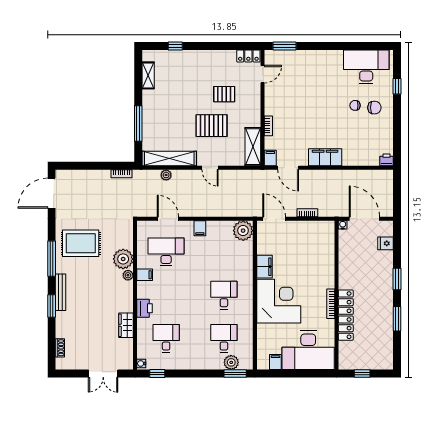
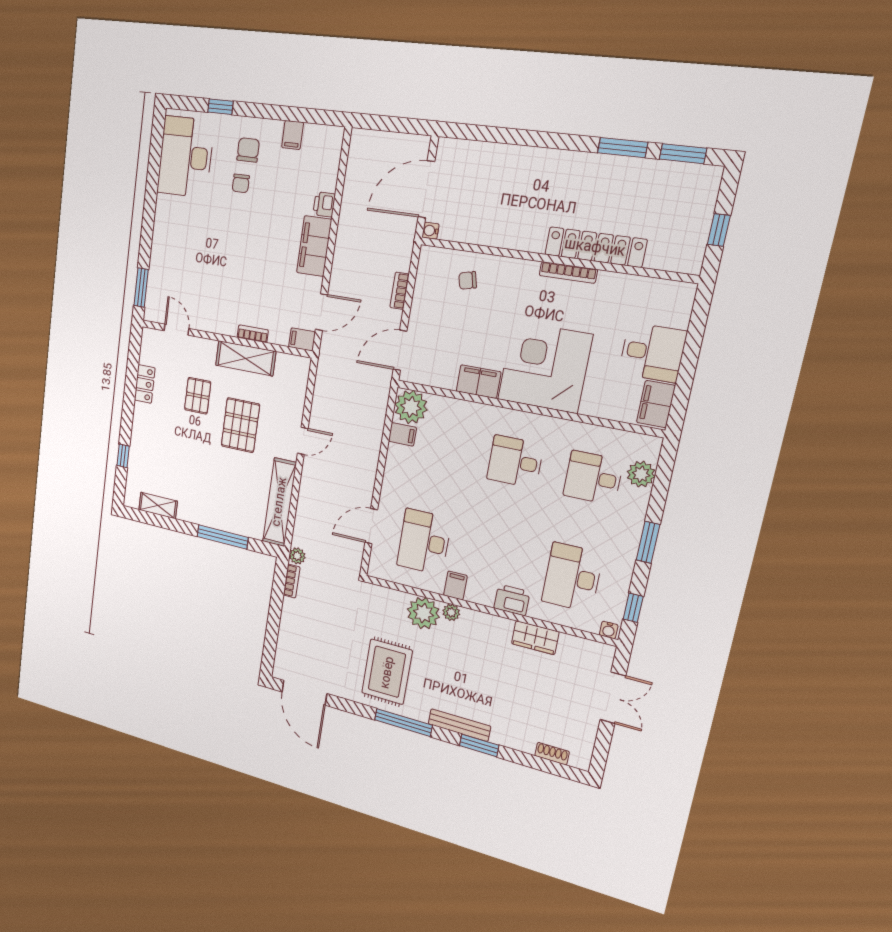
locker: (248, 56) -> (145, 384), moved
filing cabinet: (385, 134) -> (293, 135), added
shelving: (253, 147) -> (246, 358), moved
printer: (387, 160) -> (324, 204), moved
plant: (166, 175) -> (297, 556), moved
filing cabinet: (200, 228) -> (402, 434), moved
fridge: (386, 243) -> (477, 155), removed
chair: (319, 251) -> (468, 280), added
window: (397, 279) -> (683, 154), moved
desk: (166, 338) -> (572, 577), width x1.37
desk: (308, 350) -> (652, 352), width x0.53, depth x0.77
filing cabinet: (275, 362) -> (656, 404), width x2.00
window: (235, 374) -> (648, 542), moved

